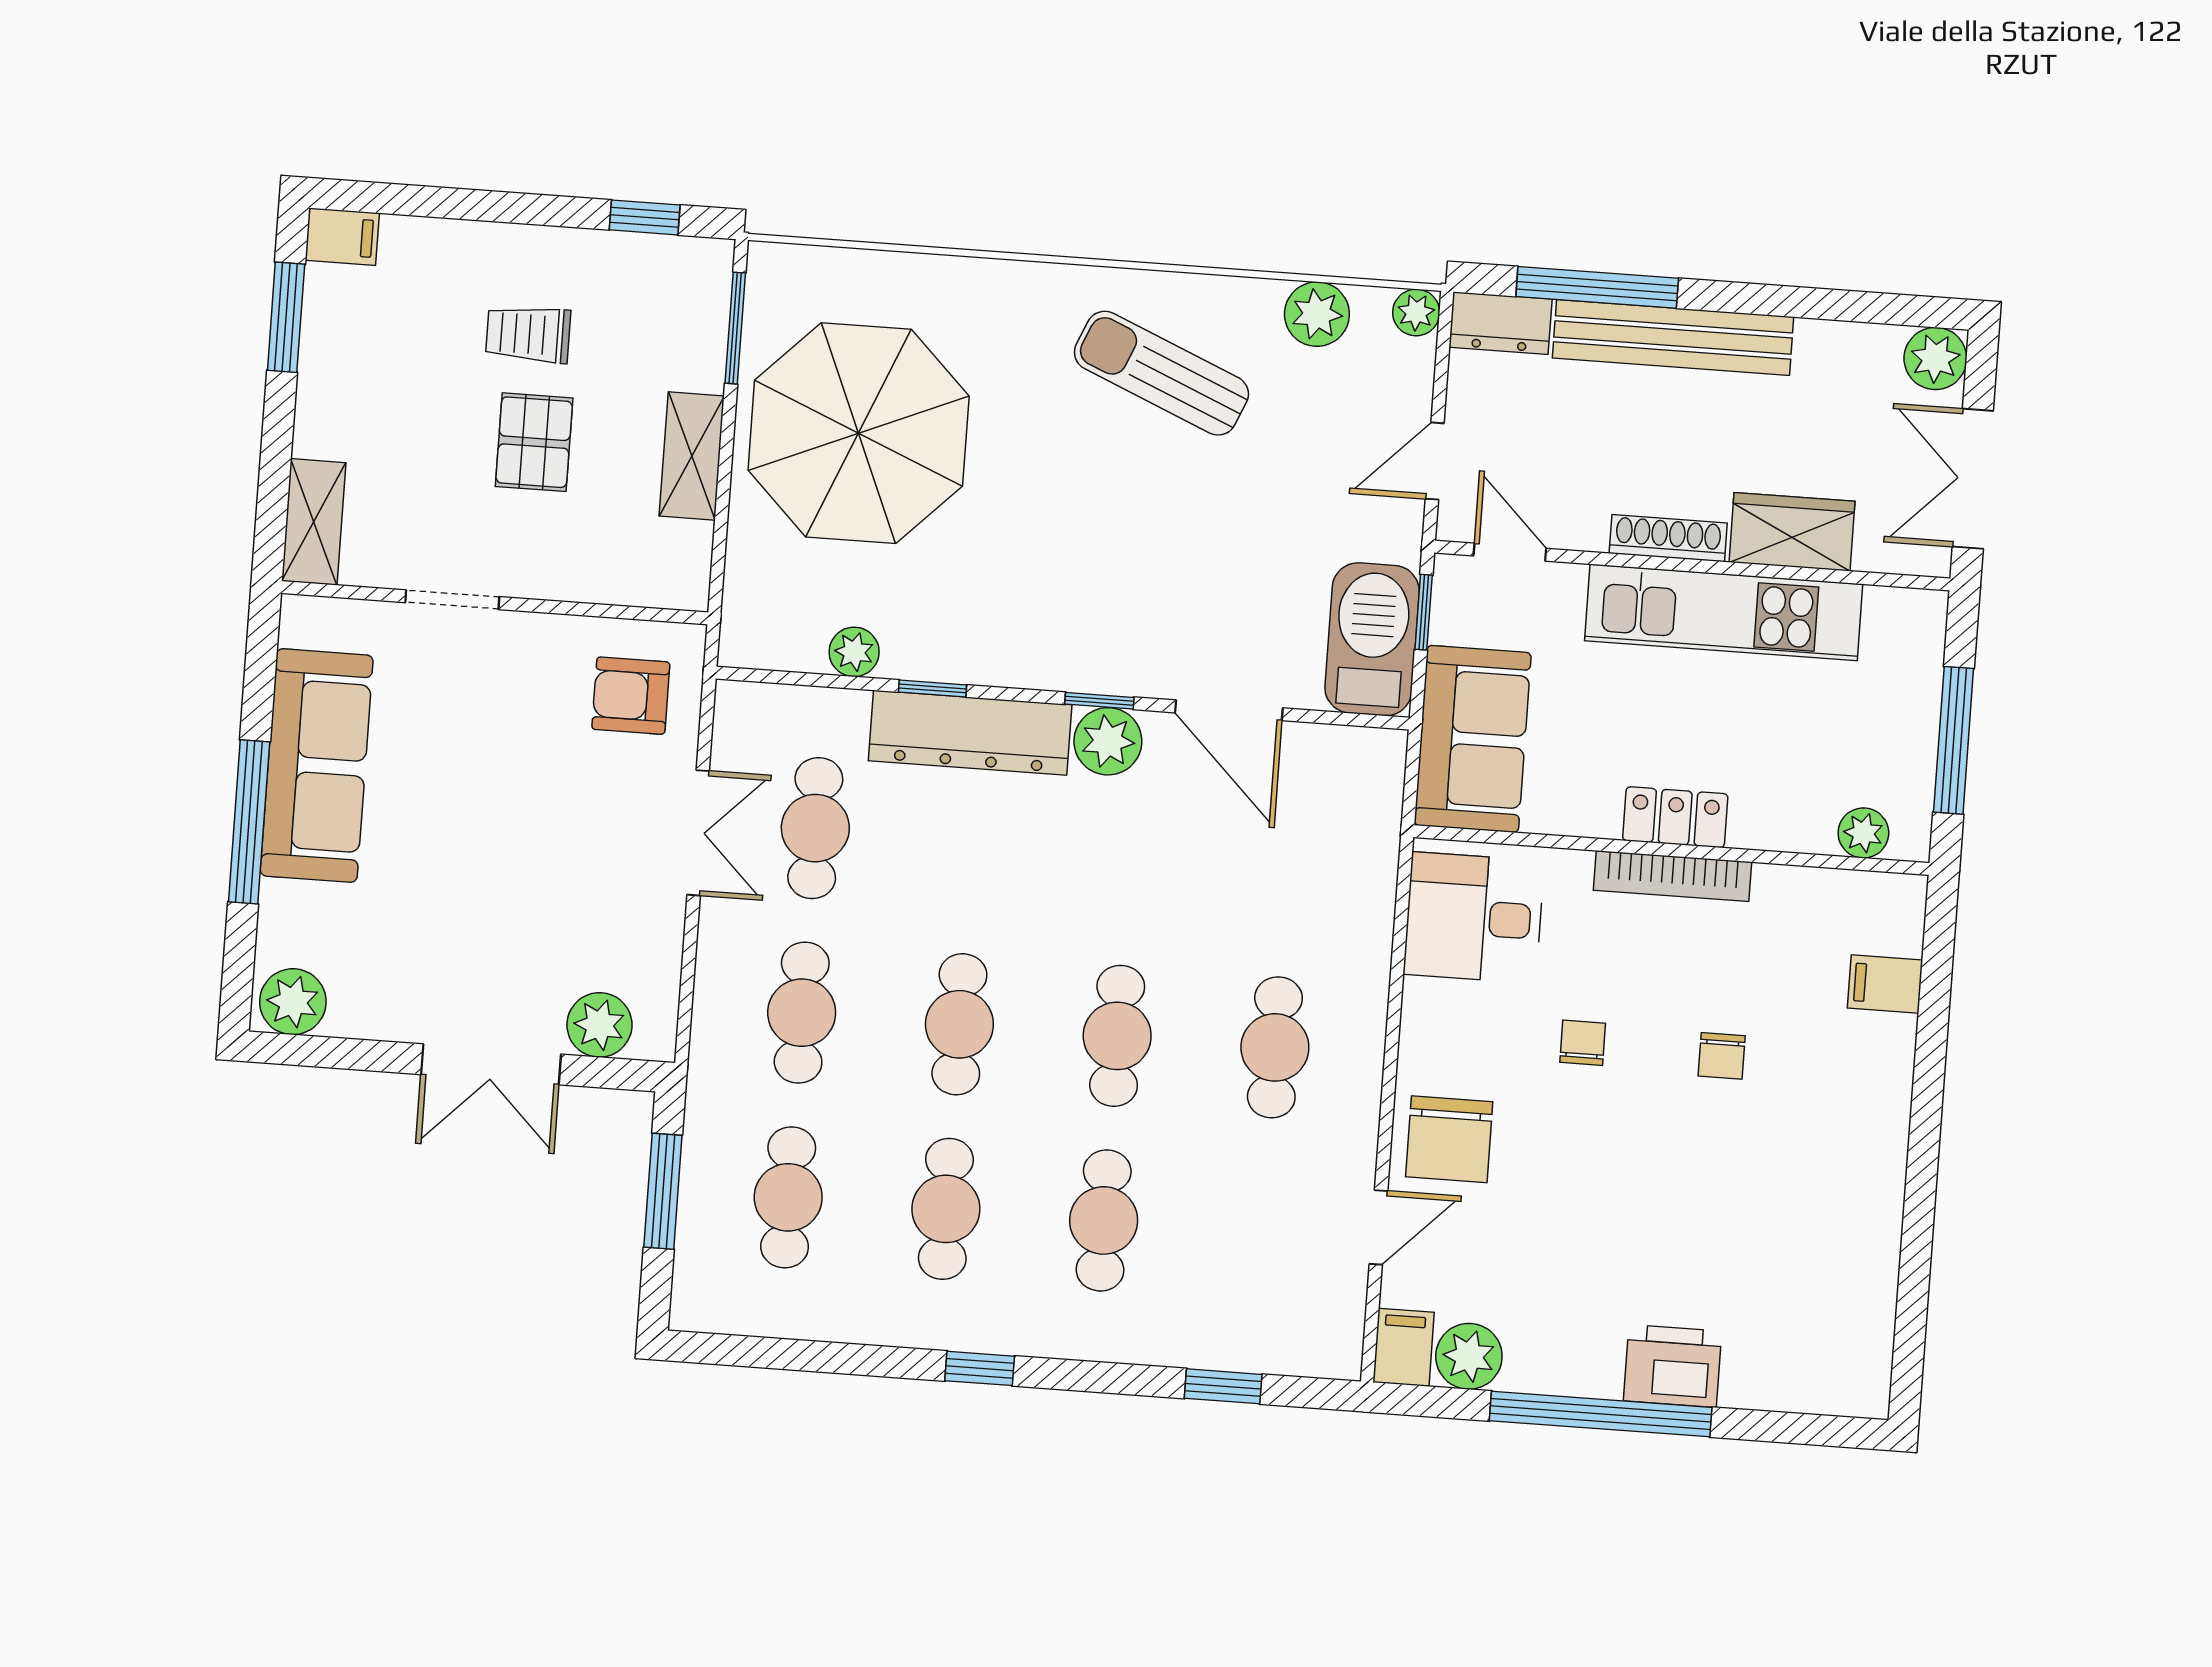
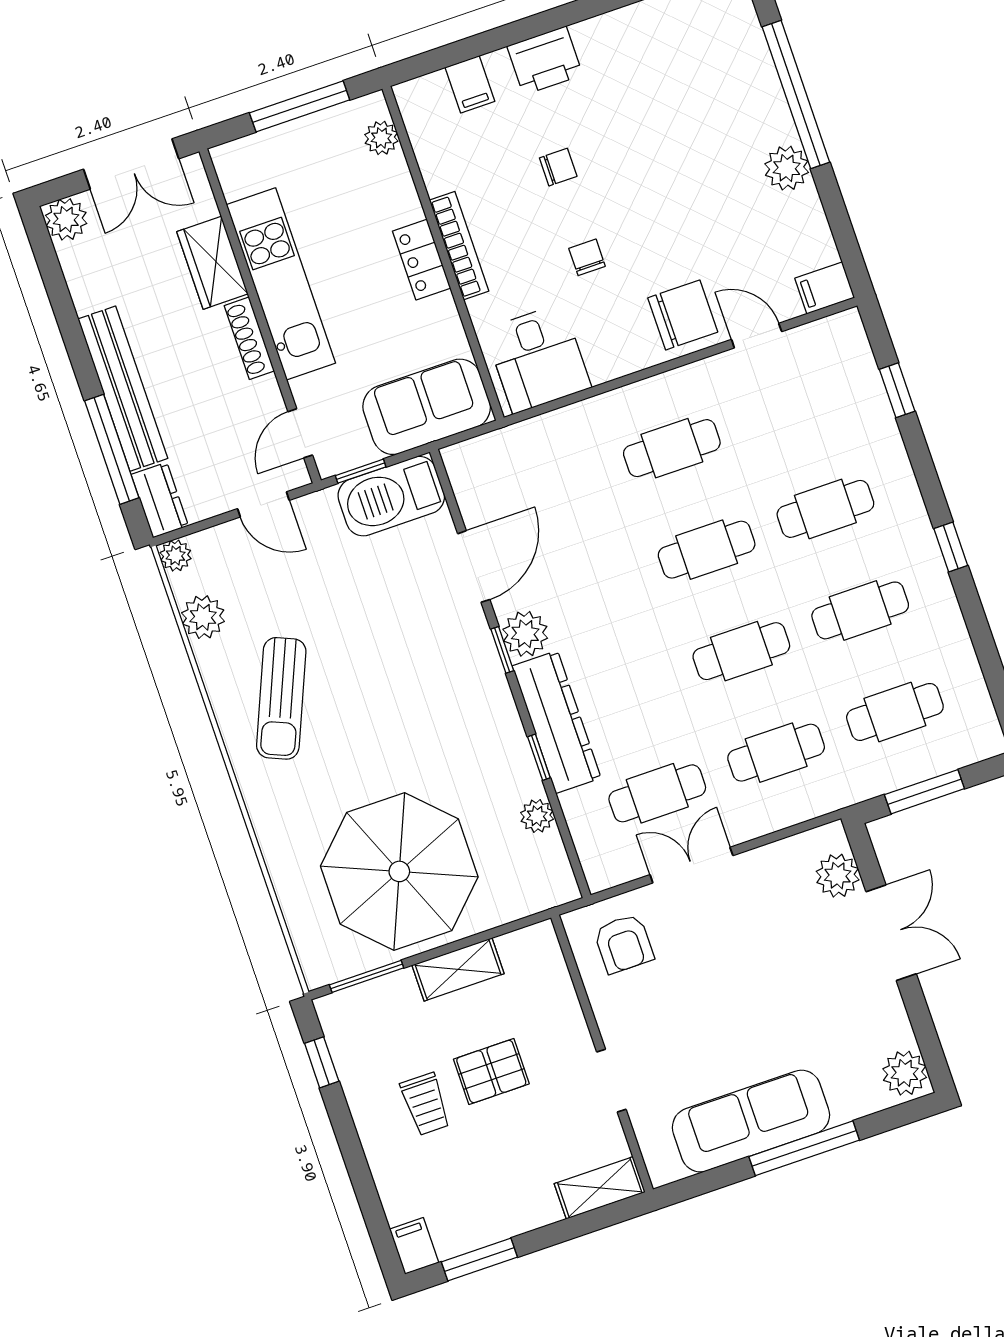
chair: (1583, 1043) -> (587, 257), turned 90
plant: (1469, 1356) -> (787, 168), moved
printer: (1673, 1366) -> (545, 61), moved, turned -90
window: (1601, 1414) -> (796, 94), moved

